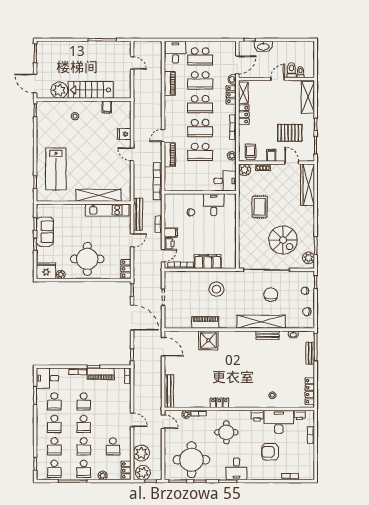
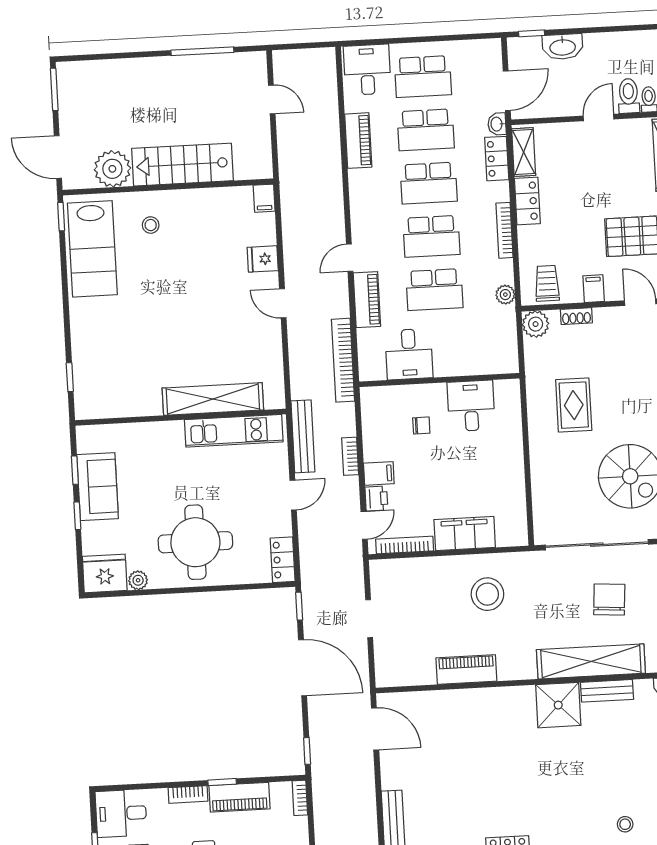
filing cabinet: (107, 107) -> (264, 198), moved
lab bench: (56, 169) -> (92, 249), moved
desk: (225, 181) -> (409, 354), moved, turned 90
shower: (208, 340) -> (558, 705), moved

